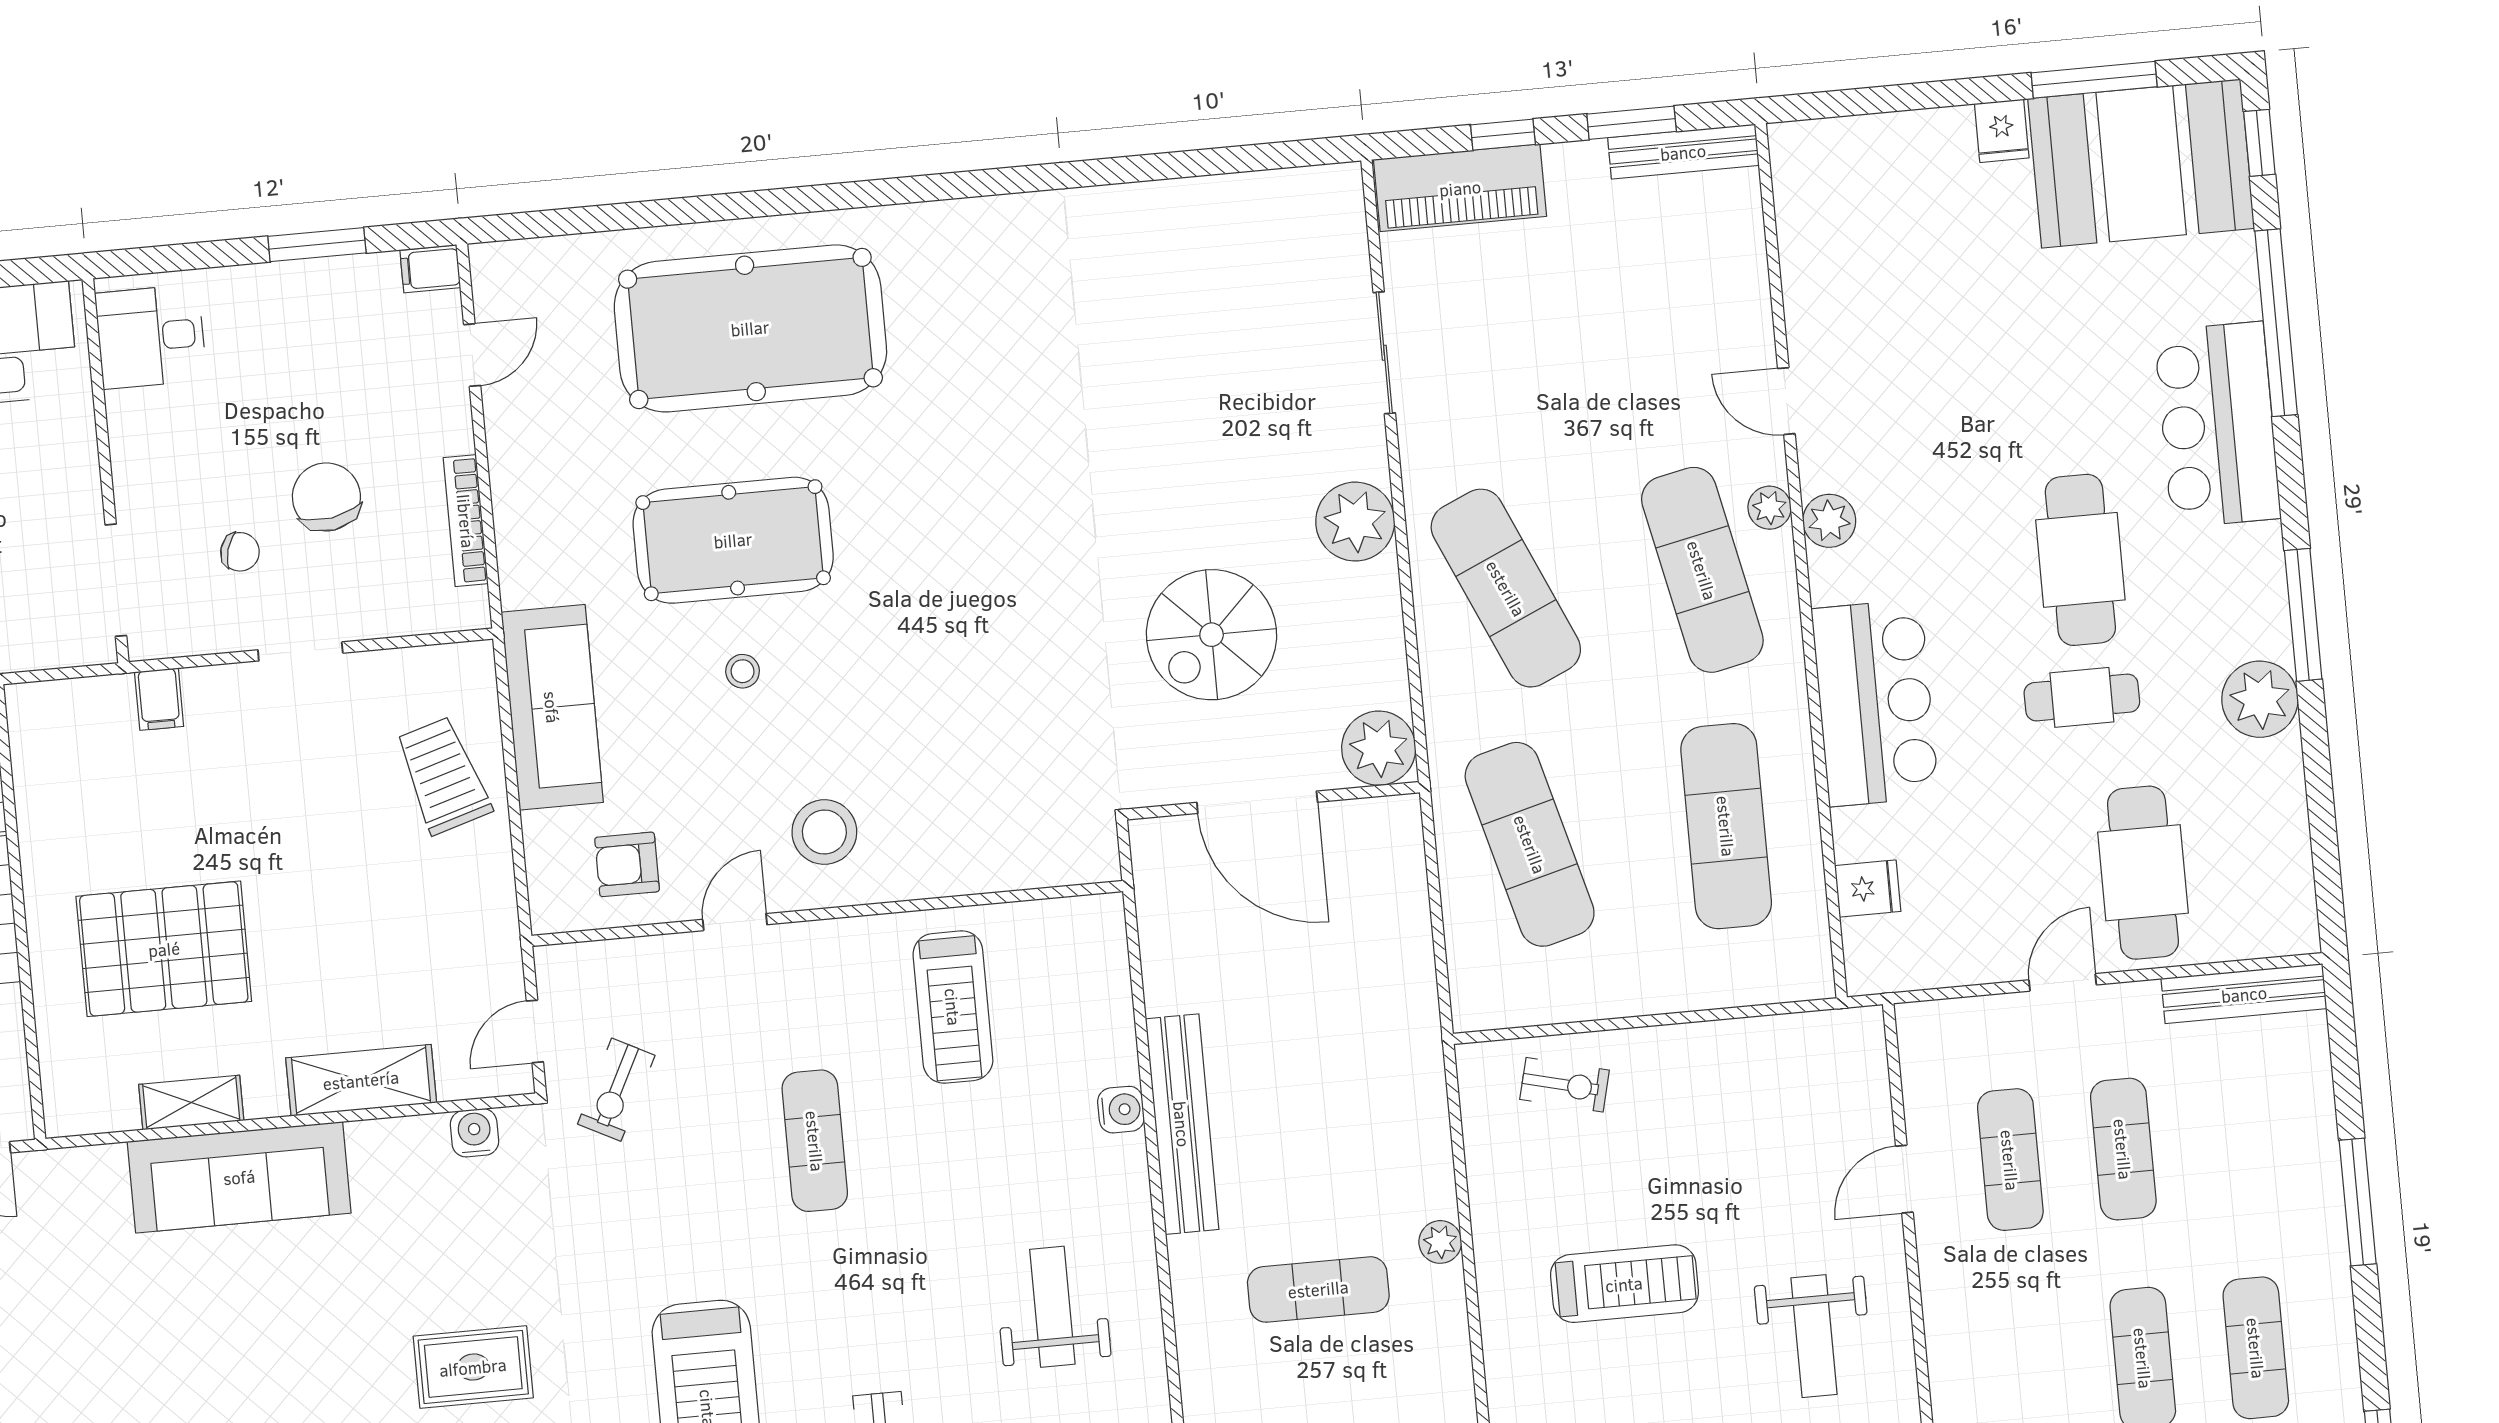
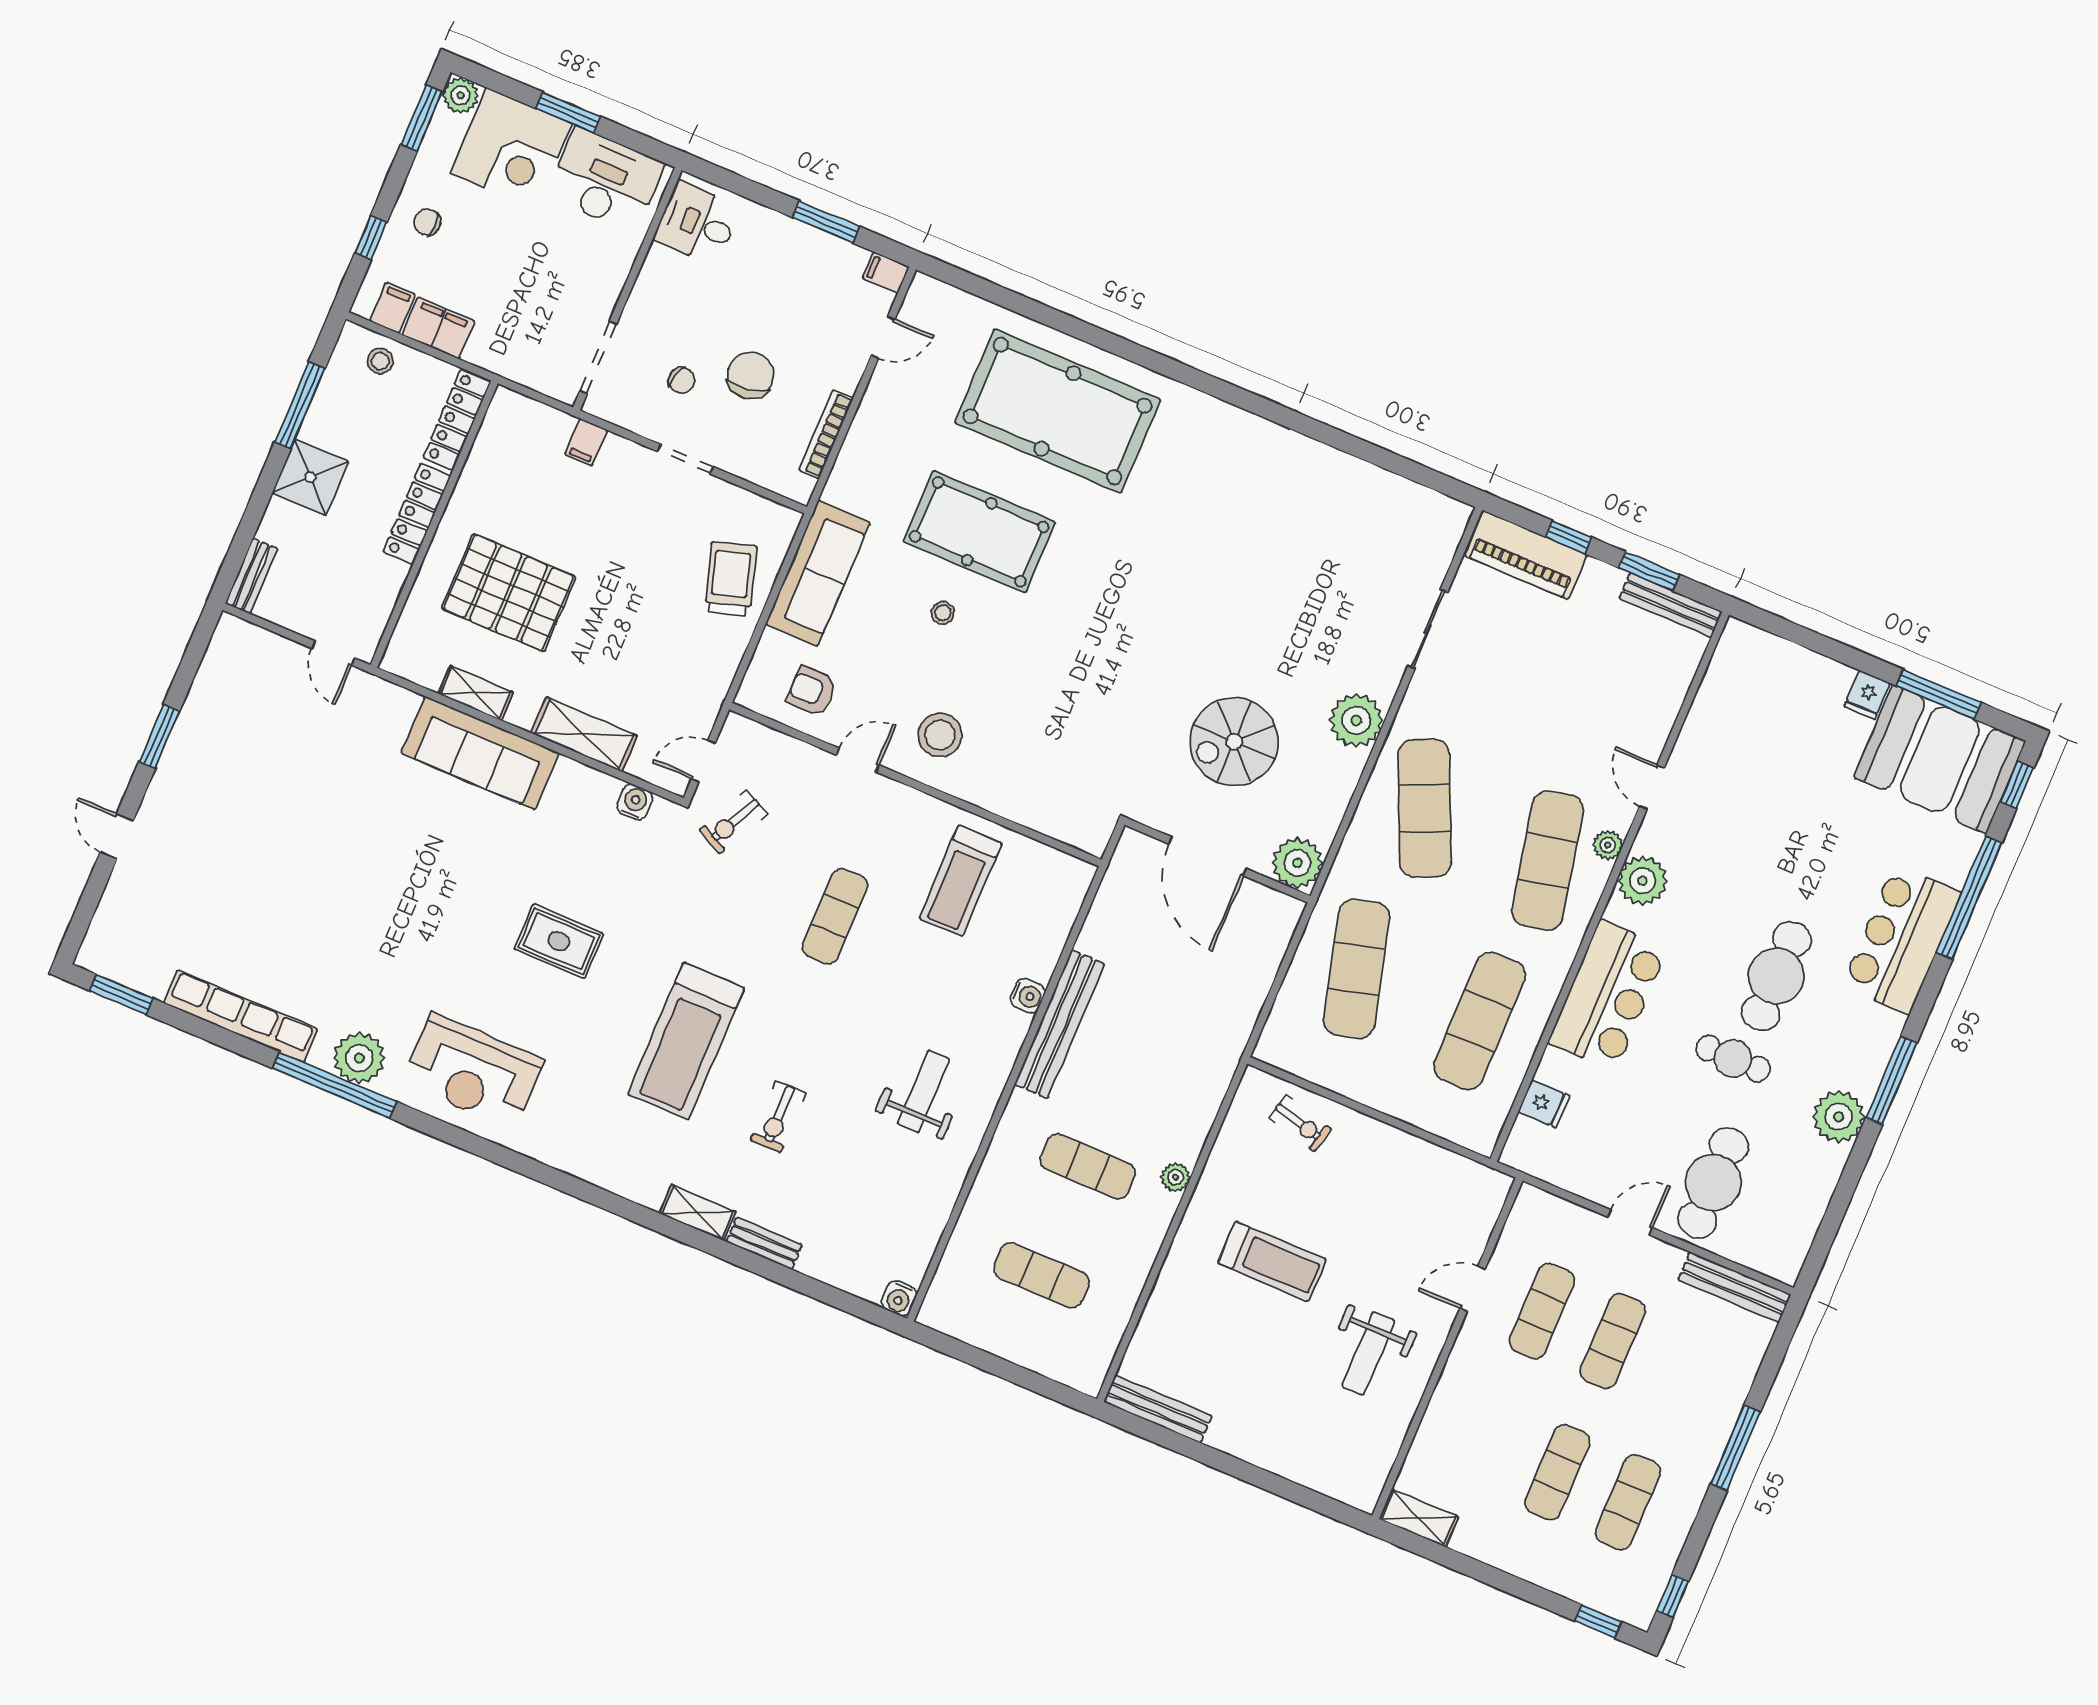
plant: (1829, 521) -> (1643, 881), width x1.36, depth x1.36

